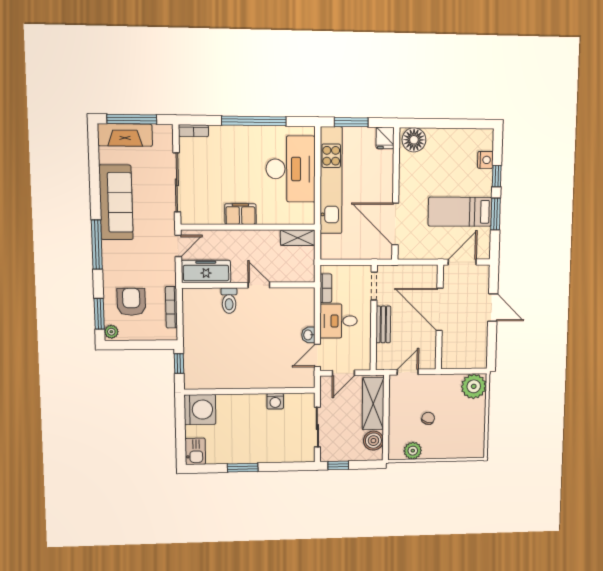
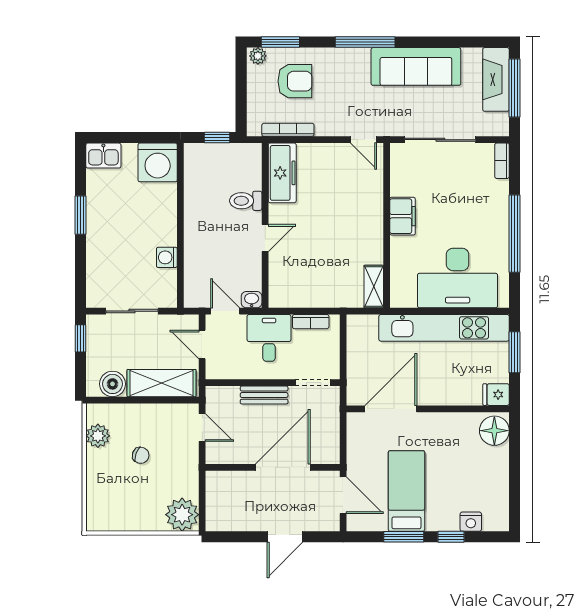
freezer: (206, 271) -> (282, 173), moved
wall: (249, 285) -> (265, 225), moved
door: (259, 285) -> (265, 238), moved
toilet: (229, 301) -> (246, 201), moved

